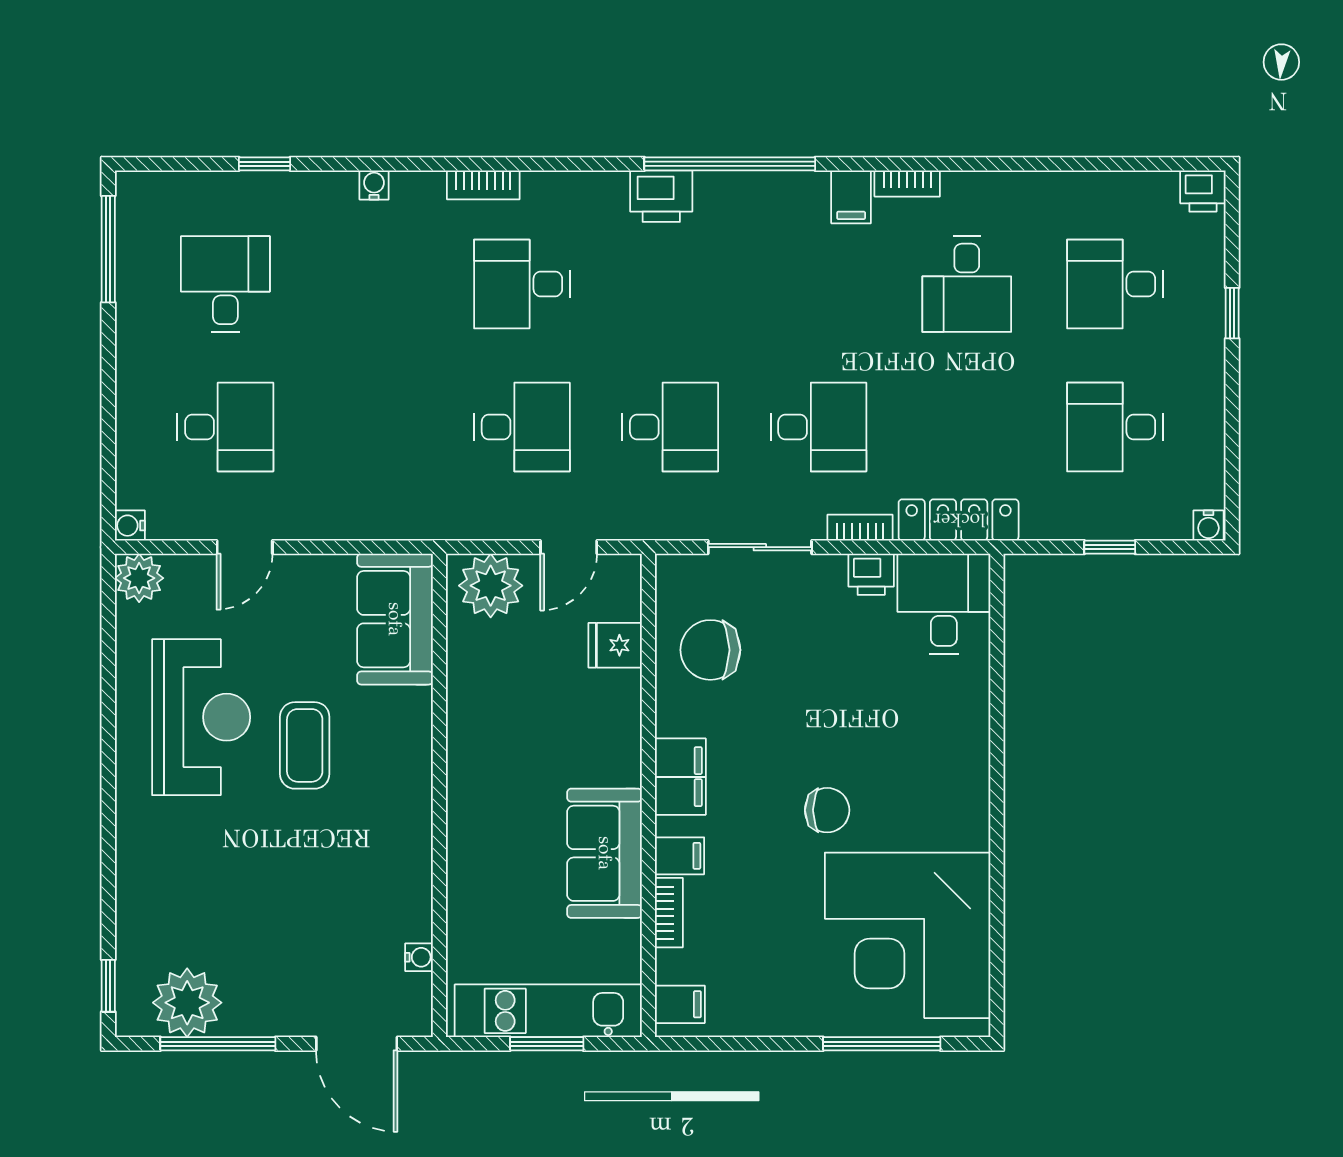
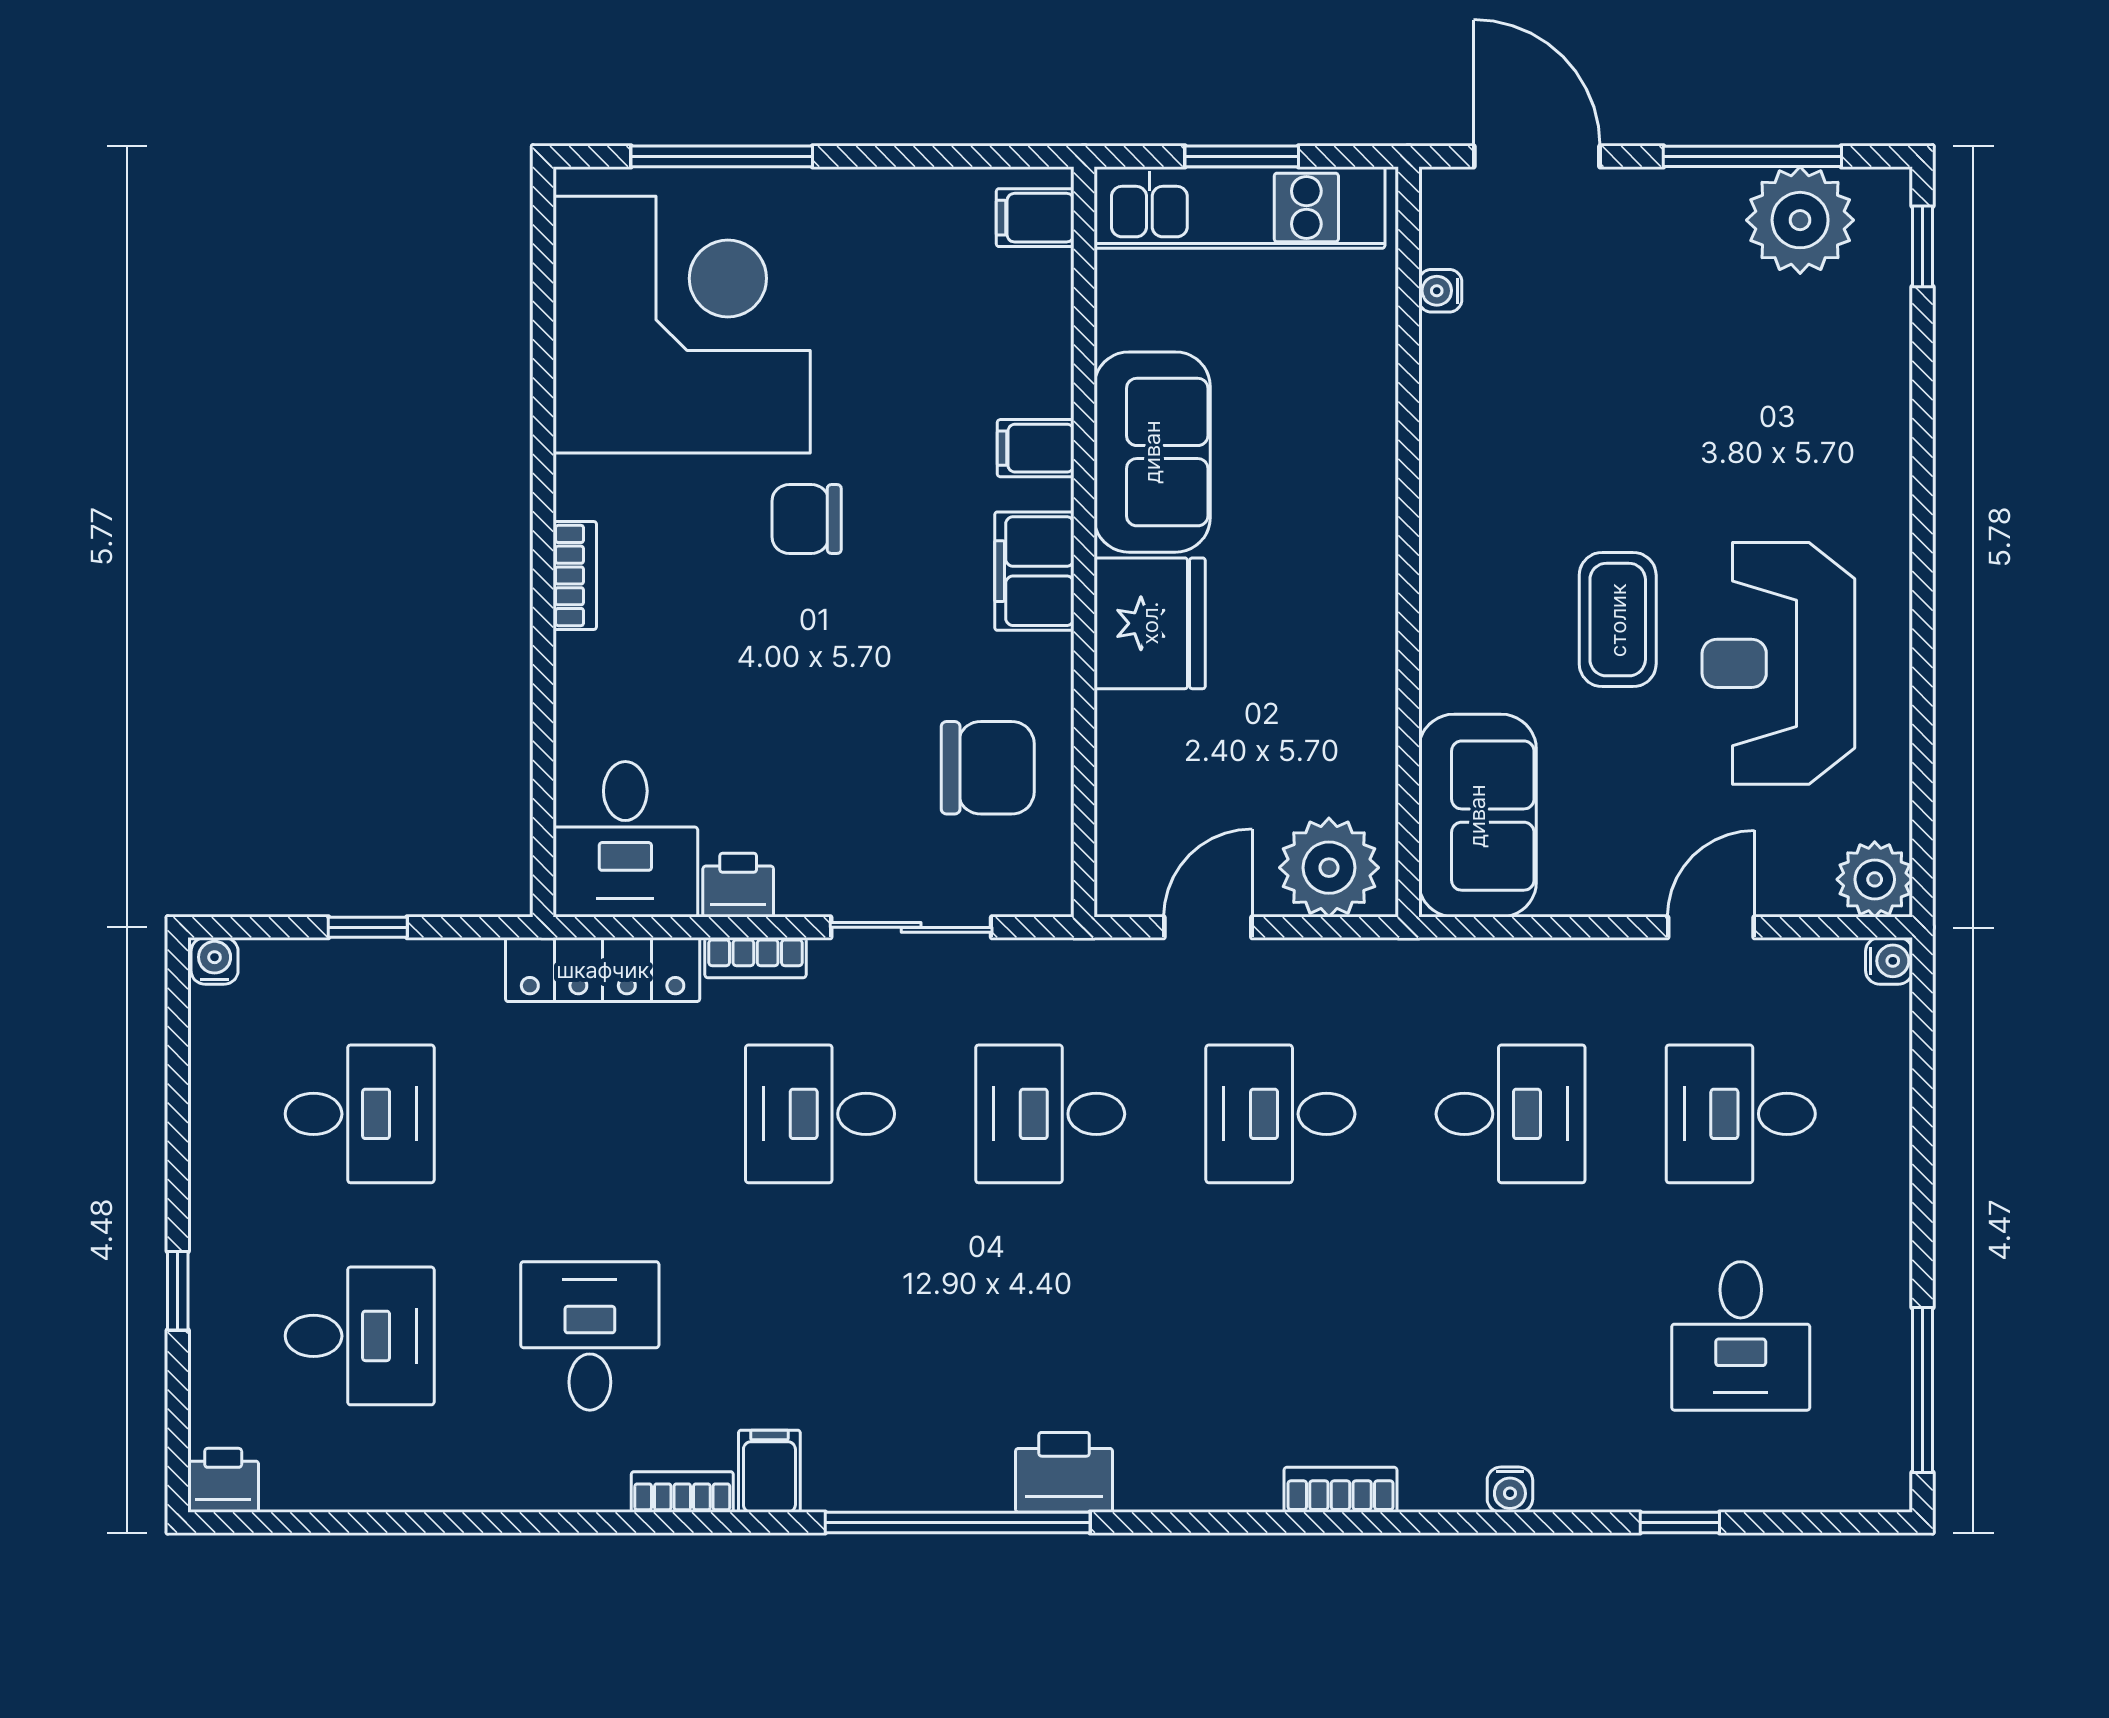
desk: (522, 284) -> (1511, 1114), moved
fridge: (615, 645) -> (1150, 623), moved, width x1.88, depth x1.34
bookcase: (669, 913) -> (575, 575), moved, turned 180

